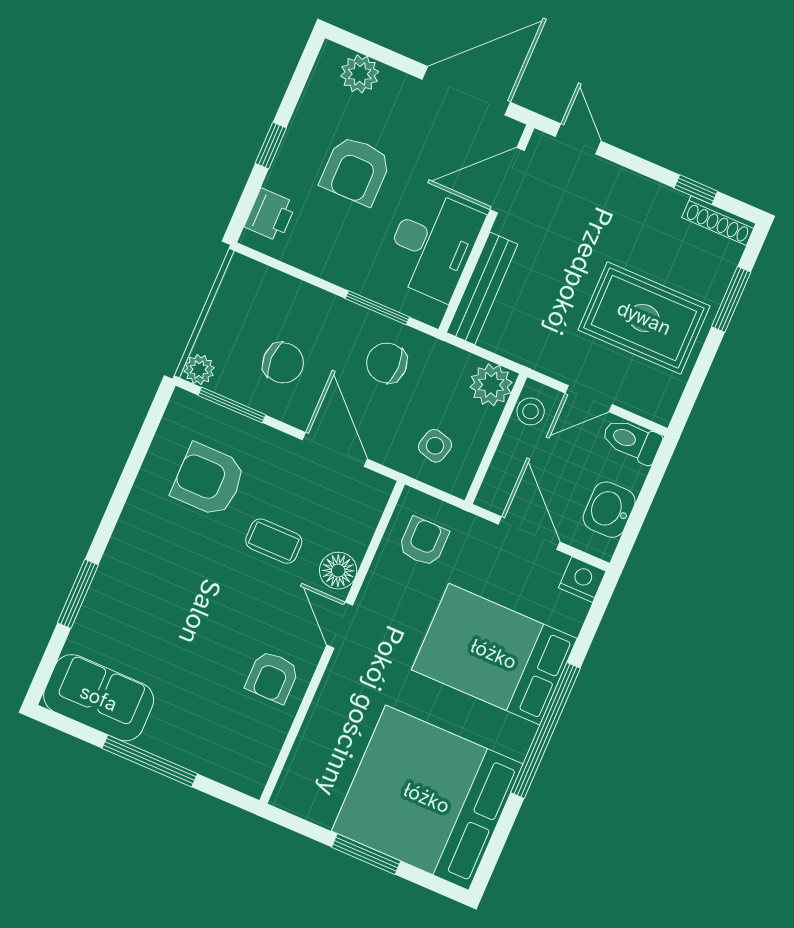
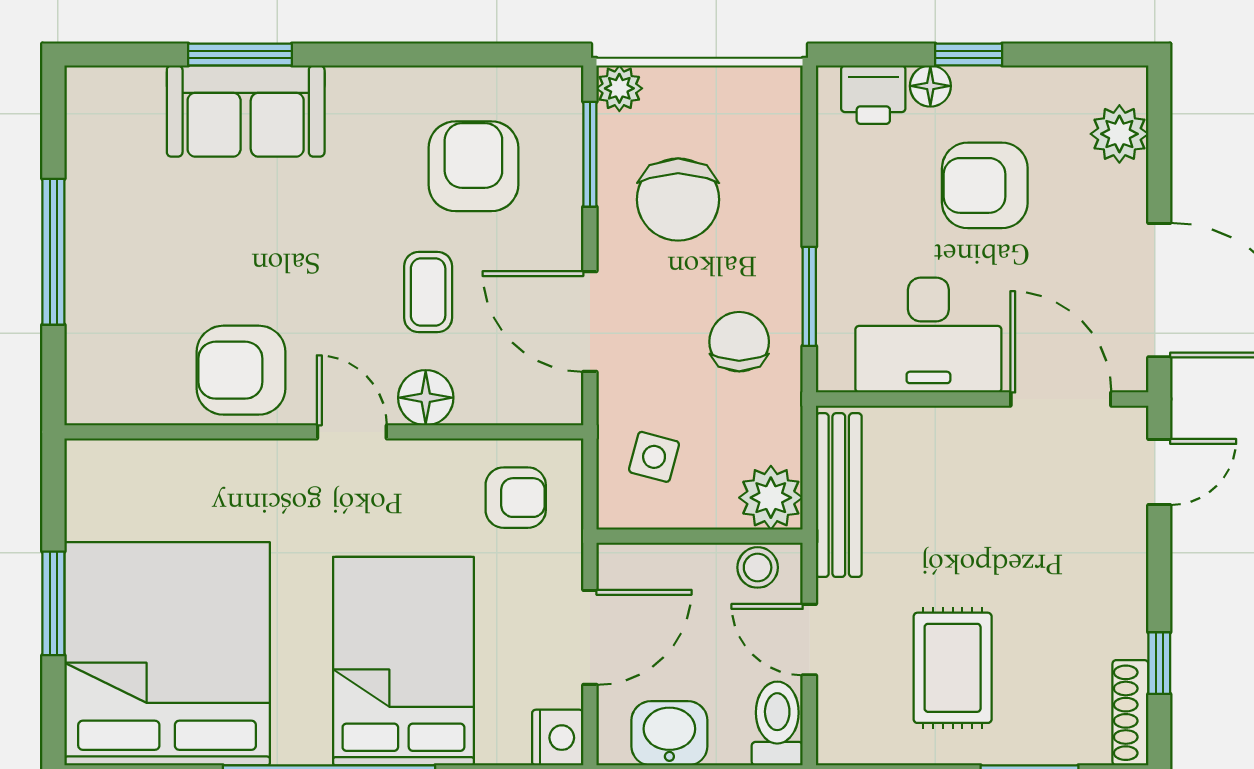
floor lamp: (280, 178) -> (930, 86), added
bench: (482, 288) -> (839, 495), moved, turned 90
rug: (644, 318) -> (953, 668), width x0.73, depth x0.70
chair: (283, 363) -> (678, 200), width x1.37, depth x1.37
door: (335, 449) -> (590, 322), swing flipped
door: (340, 625) -> (352, 432), hinge flipped
armchair: (272, 677) -> (241, 370), width x1.38, depth x1.38
sofa: (99, 698) -> (246, 111), moved, turned 90

